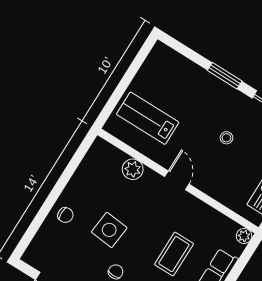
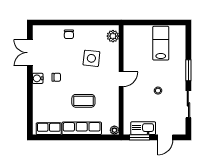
lab bench: (148, 118) -> (161, 43), moved
plant: (133, 169) -> (113, 36), moved
side table: (109, 230) -> (91, 58), moved

